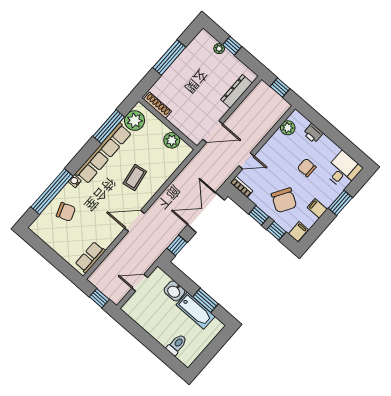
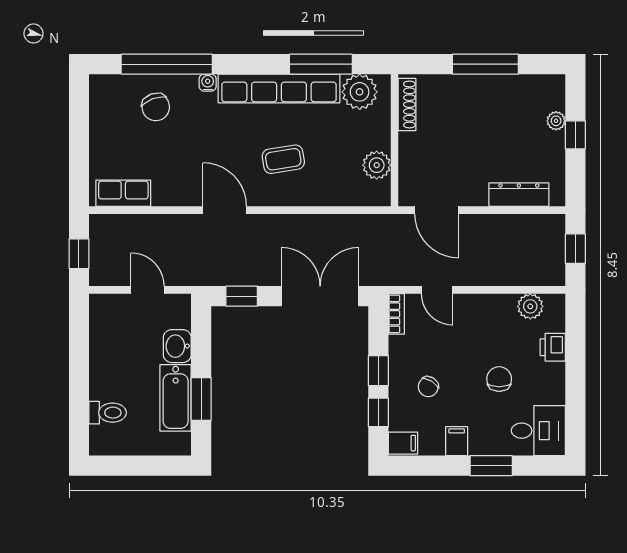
chair: (284, 200) -> (428, 387), width x0.54, depth x0.54

